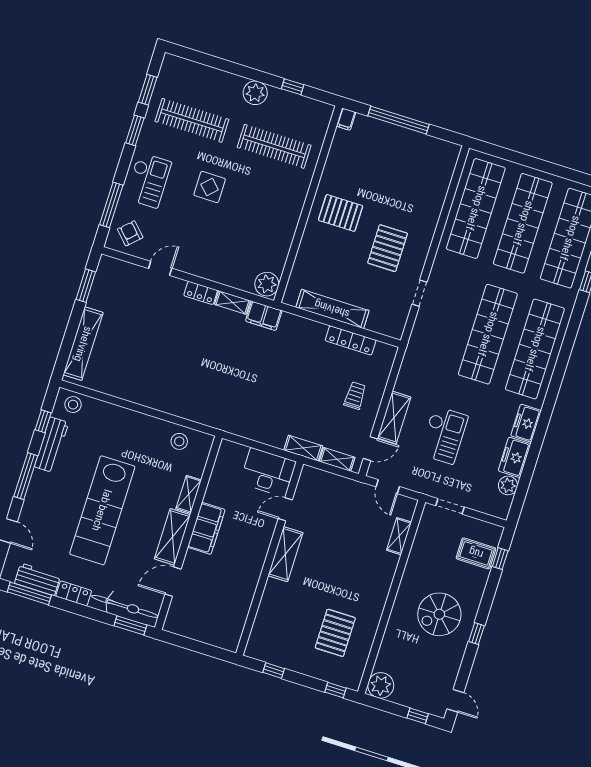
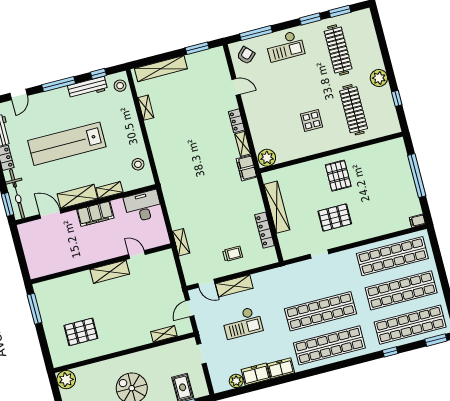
filing cabinet: (346, 119) -> (417, 221), moved
display table: (210, 187) -> (311, 120), moved
shelving: (337, 459) -> (146, 108), moved
desk: (268, 472) -> (143, 206), moved, turned -90
window: (274, 671) -> (35, 309), width x2.17
window: (336, 690) -> (46, 354), removed

